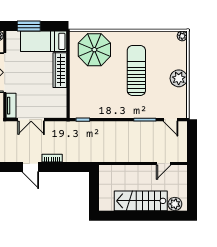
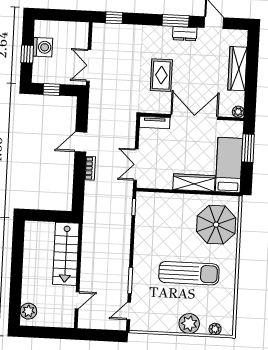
plant: (182, 36) -> (215, 329), moved
plant: (179, 78) -> (189, 324), moved
double door: (31, 120) -> (136, 165), moved
door: (164, 164) -> (77, 300), swing flipped
stairs: (141, 201) -> (66, 254), moved, turned 180

